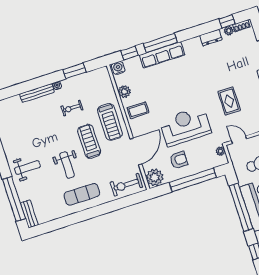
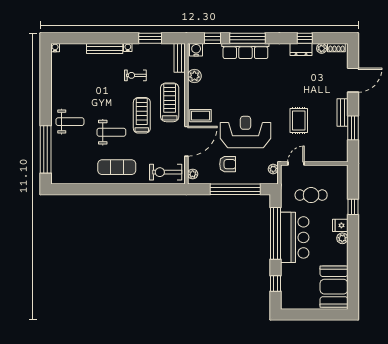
window: (227, 21) -> (305, 38), moved
coffee table: (138, 110) -> (201, 116), moved
treadmill: (110, 122) -> (170, 102), turned 180
door: (239, 140) -> (296, 163), hinge flipped
weight bench: (67, 165) -> (111, 132), turned -90
plant: (155, 177) -> (193, 174), width x0.53, depth x0.53
bench: (29, 214) -> (180, 58), moved

